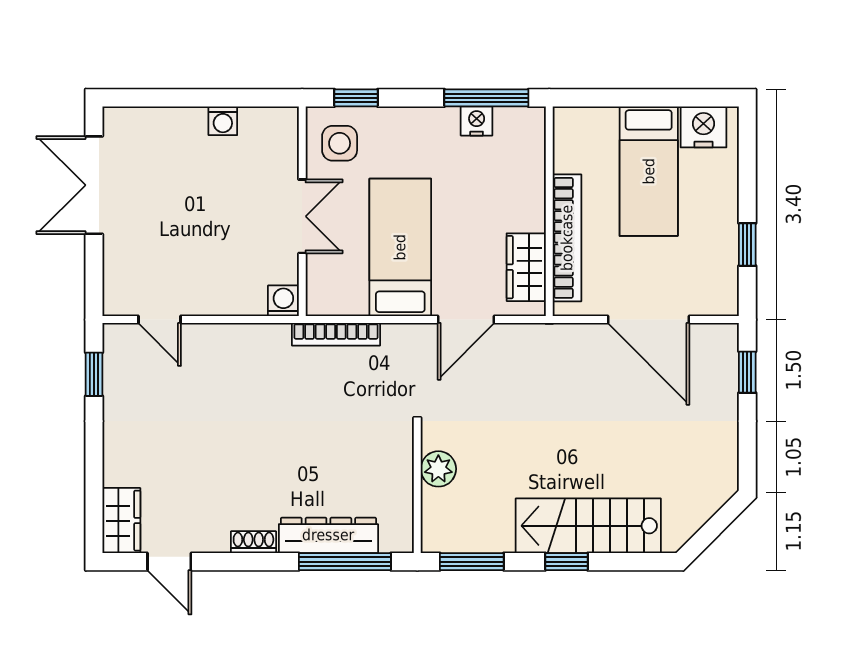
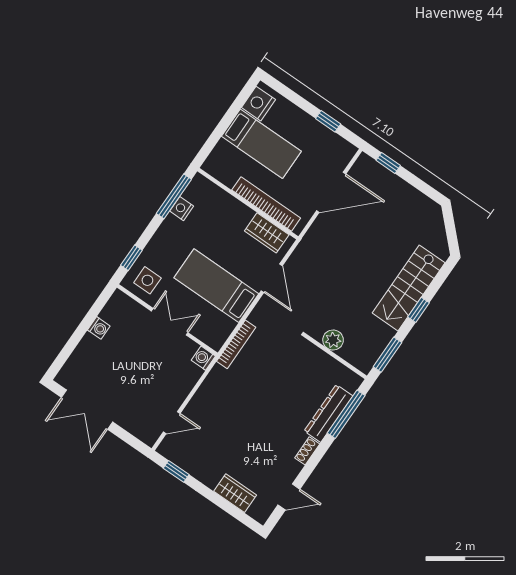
wardrobe: (121, 521) -> (235, 493), moved

